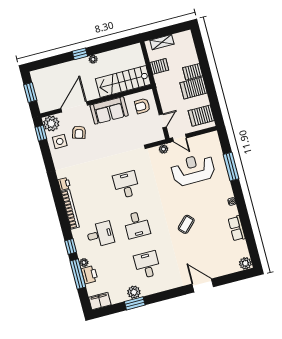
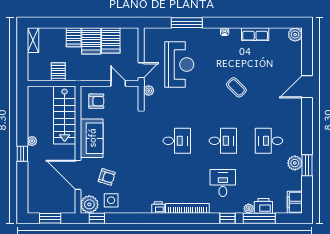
shelving: (162, 42) -> (33, 40), moved
armchair: (142, 106) -> (96, 101), turned -90
server rack: (201, 116) -> (111, 40), moved
reception desk: (193, 170) -> (179, 64), turned 180
desk: (126, 185) -> (177, 141), turned 180

